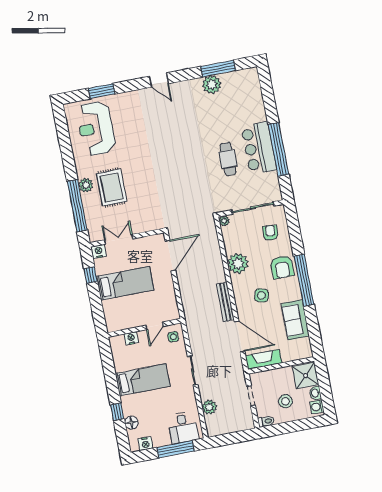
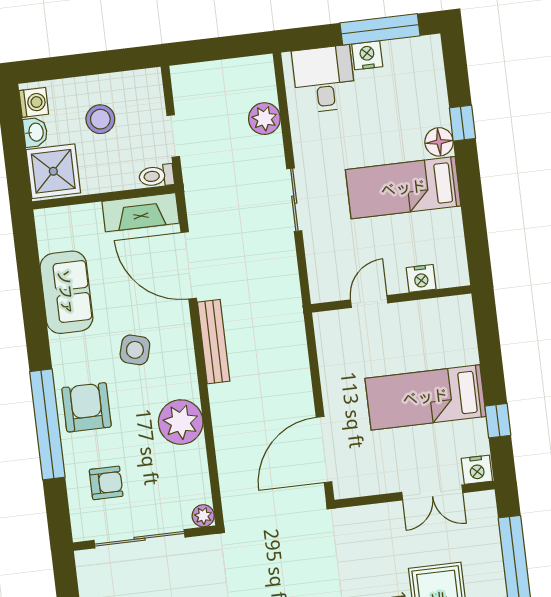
armchair: (270, 233) -> (106, 483), turned -94
window: (304, 280) -> (47, 424), moved
side table: (173, 337) -> (331, 275), removed
toilet: (266, 421) -> (156, 176), moved
floor lamp: (131, 423) -> (439, 142), moved
nightstand: (145, 444) -> (367, 55), moved
window: (175, 449) -> (380, 29), moved

